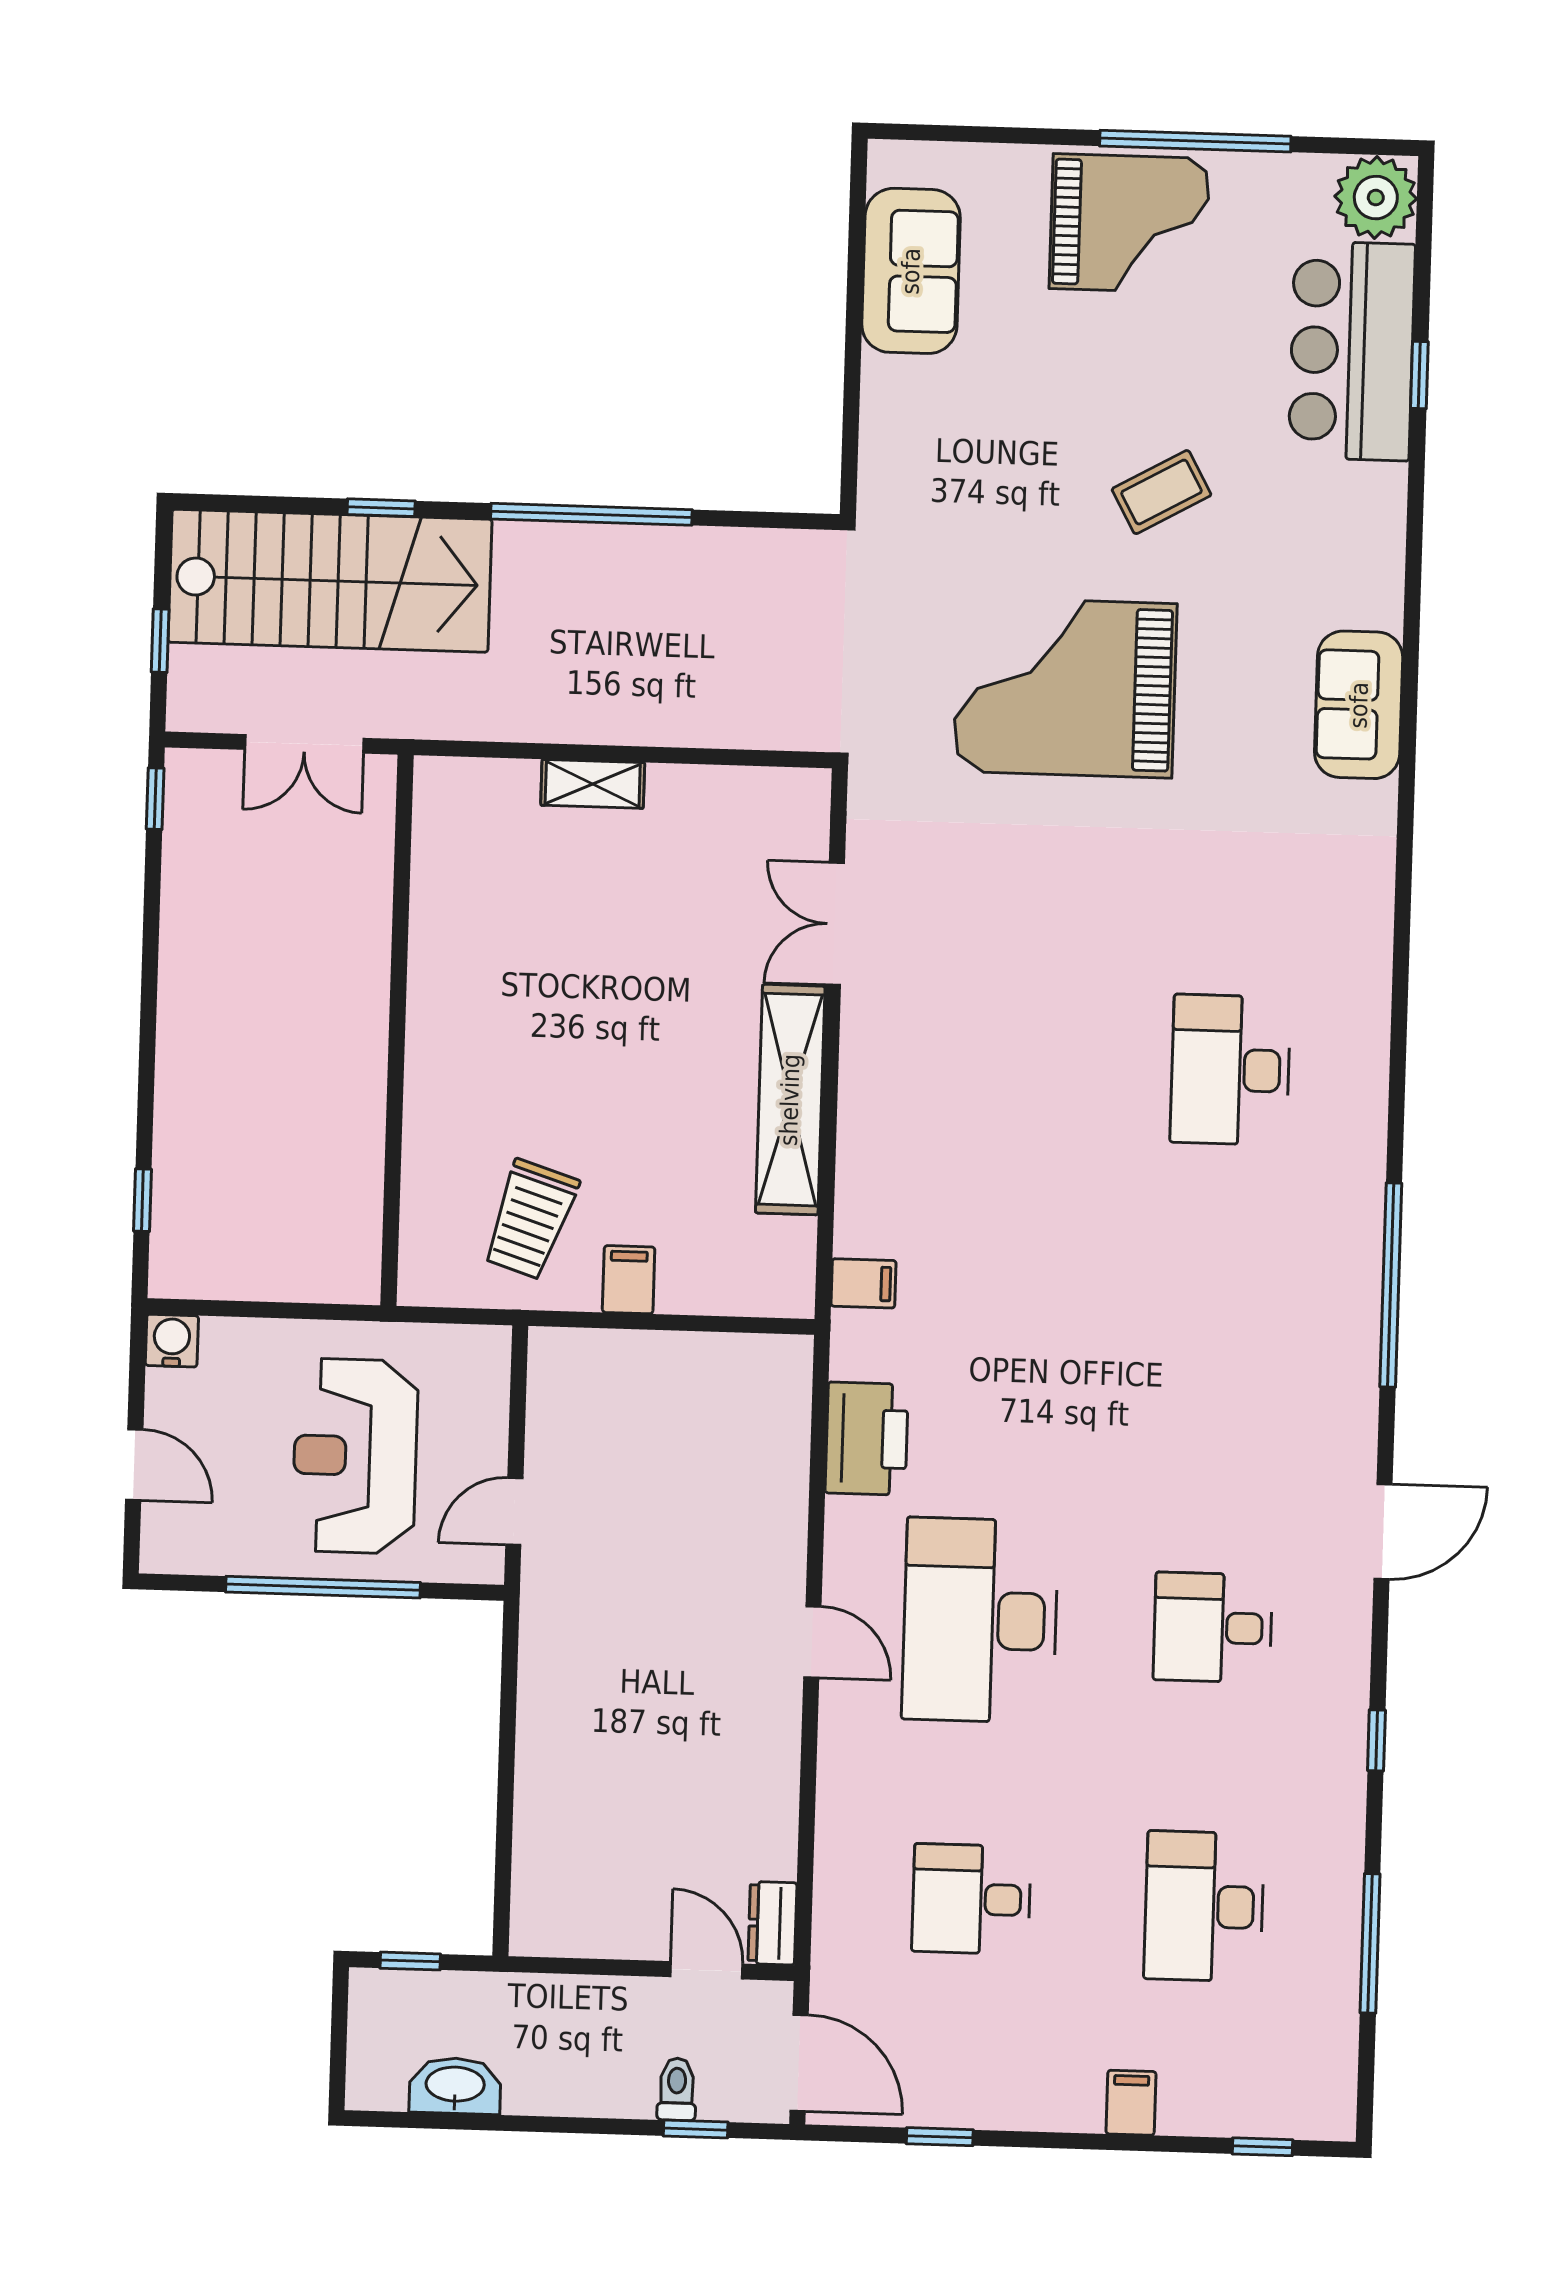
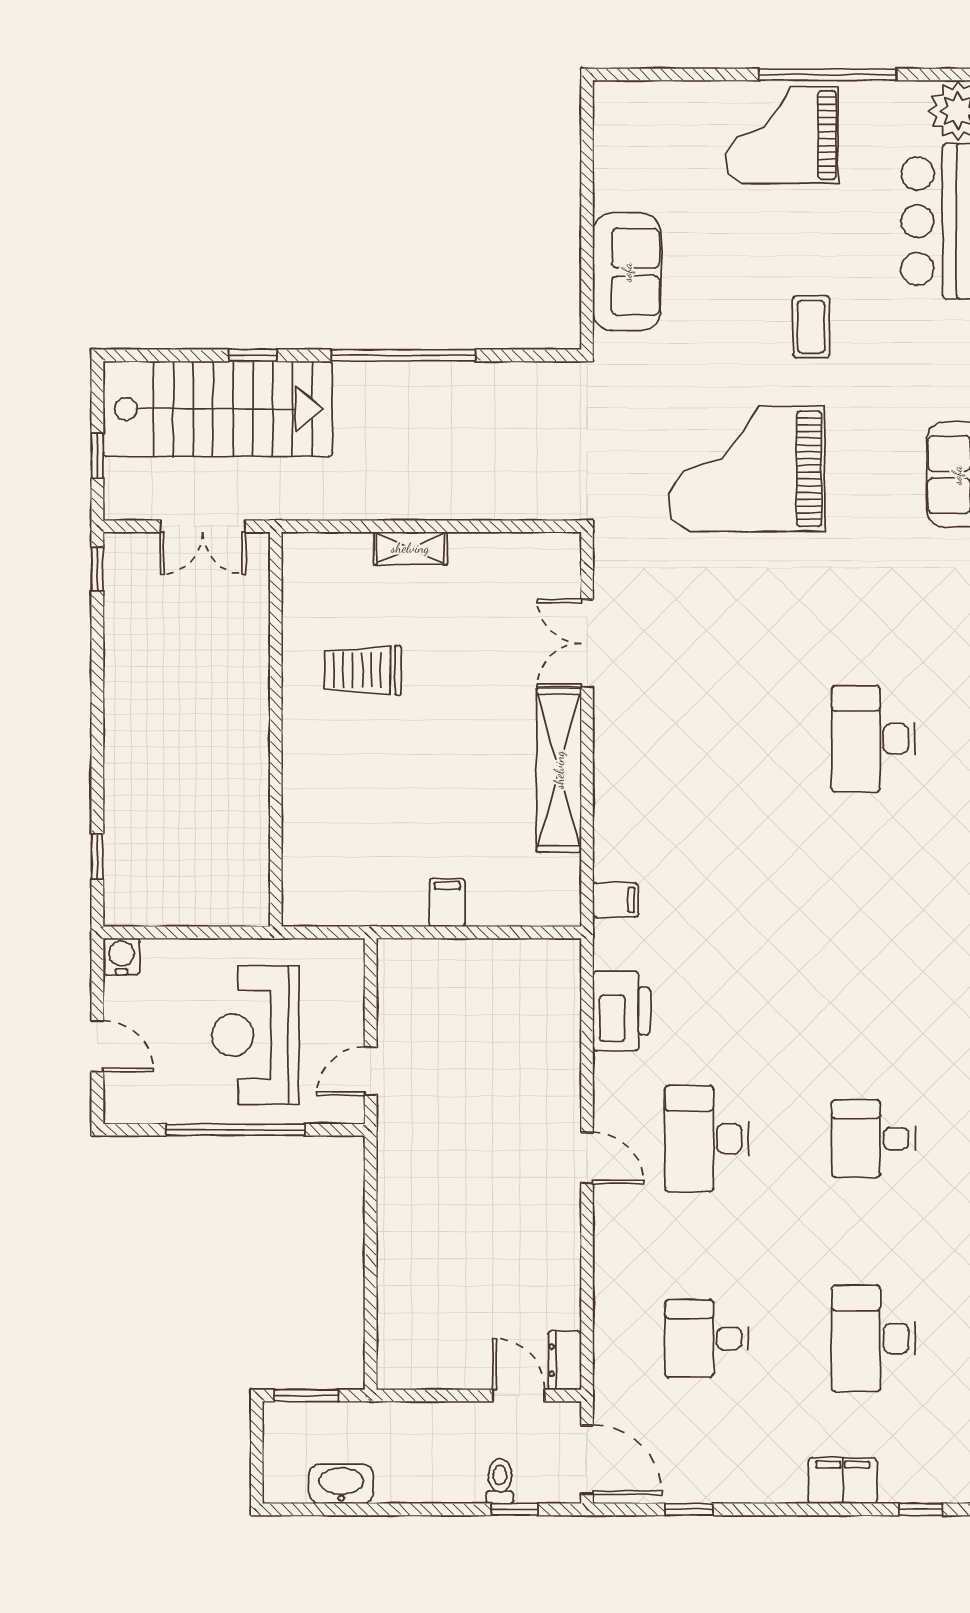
grand piano: (1129, 223) -> (782, 135), turned 180
sofa: (911, 271) -> (627, 272), moved
coffee table: (1162, 492) -> (811, 327), turned -61
trolley: (530, 1219) -> (363, 670), moved, turned 72
desk: (980, 1620) -> (707, 1139), width x0.73, depth x0.77
window: (410, 1961) -> (306, 1395), width x1.50
filing cabinet: (1131, 2103) -> (843, 1481), width x2.00

